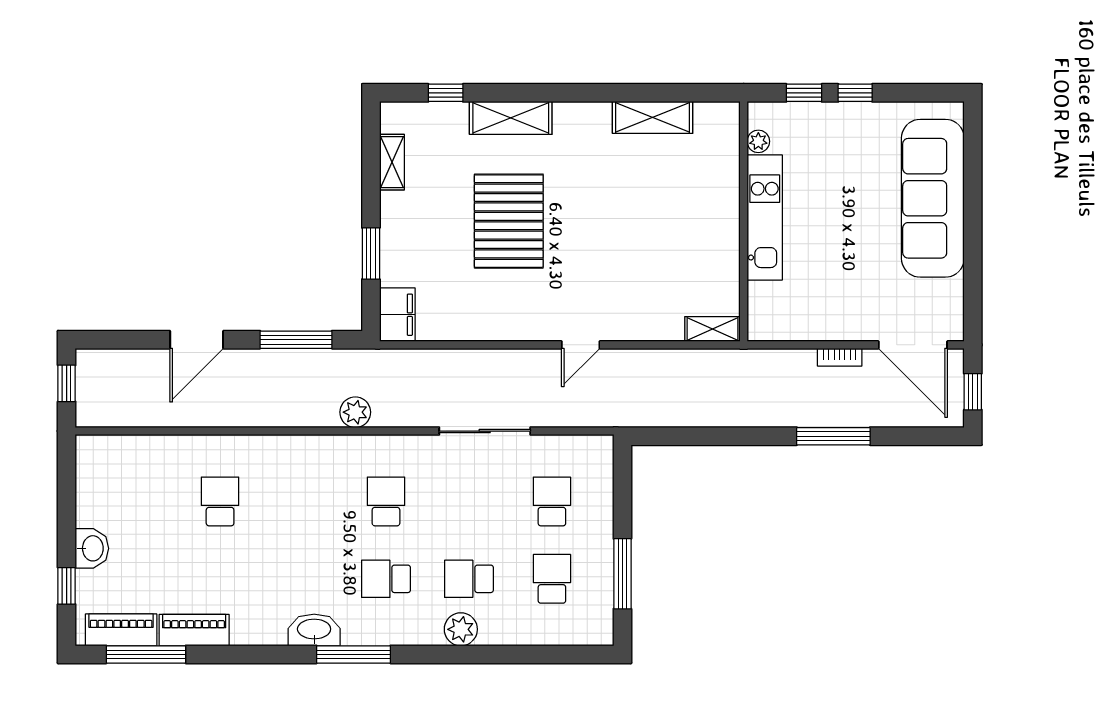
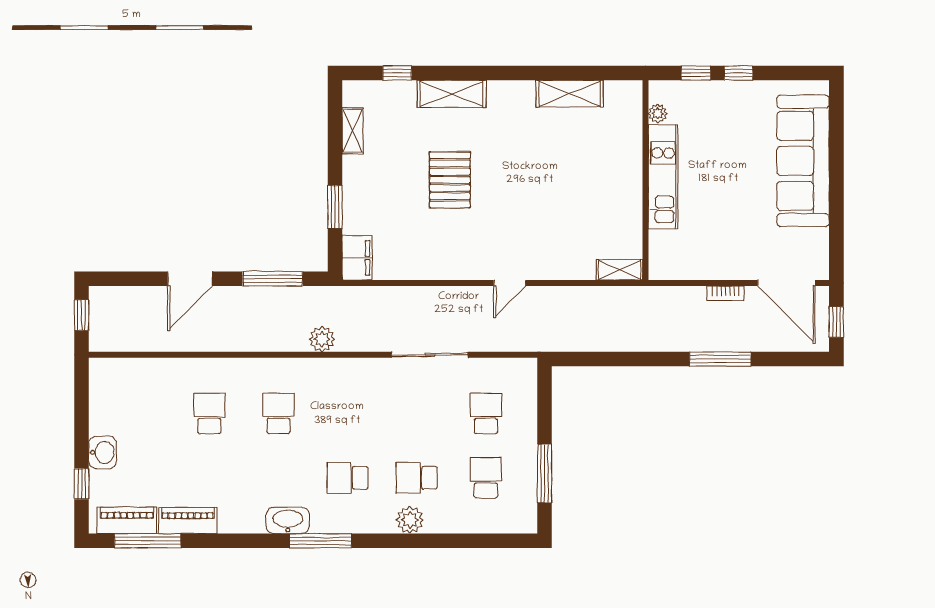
pallet: (509, 221) -> (450, 180), width x0.73, depth x0.71
school desk: (386, 501) -> (278, 413), moved

